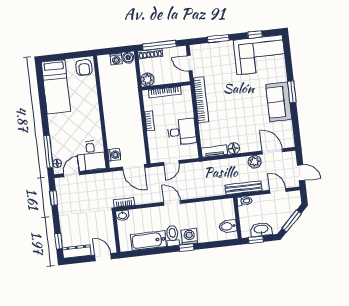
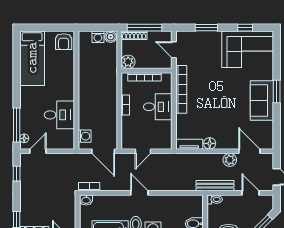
desk: (182, 132) -> (158, 107), moved
desk: (91, 156) -> (59, 115), moved, turned -90

